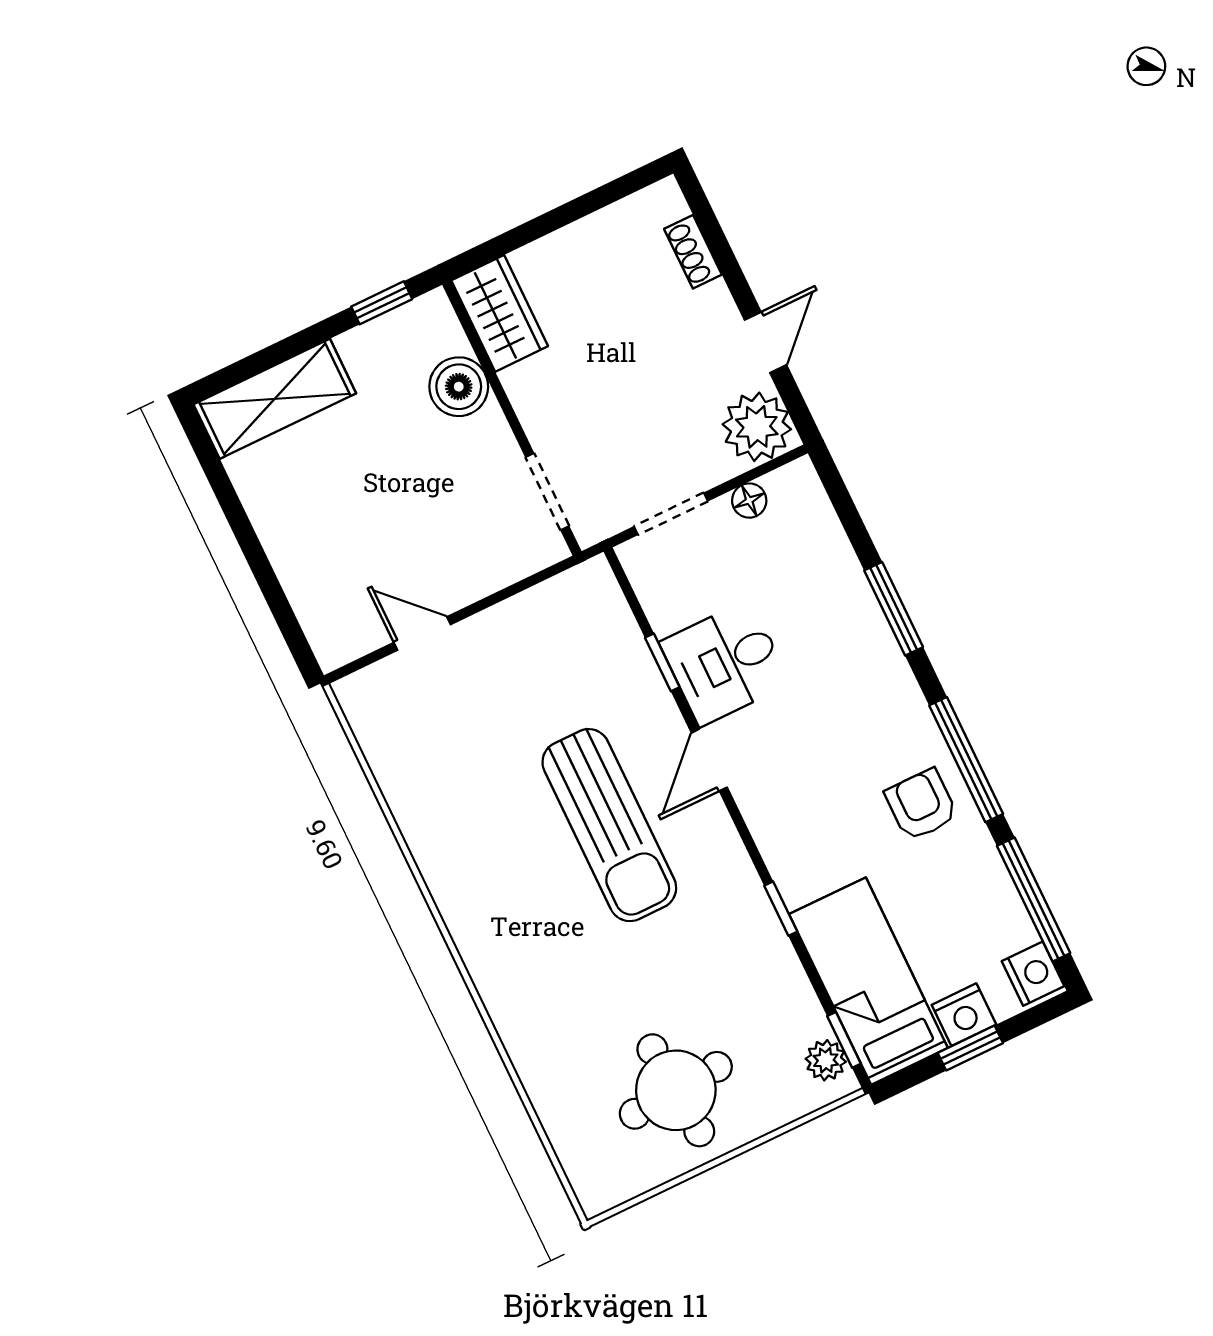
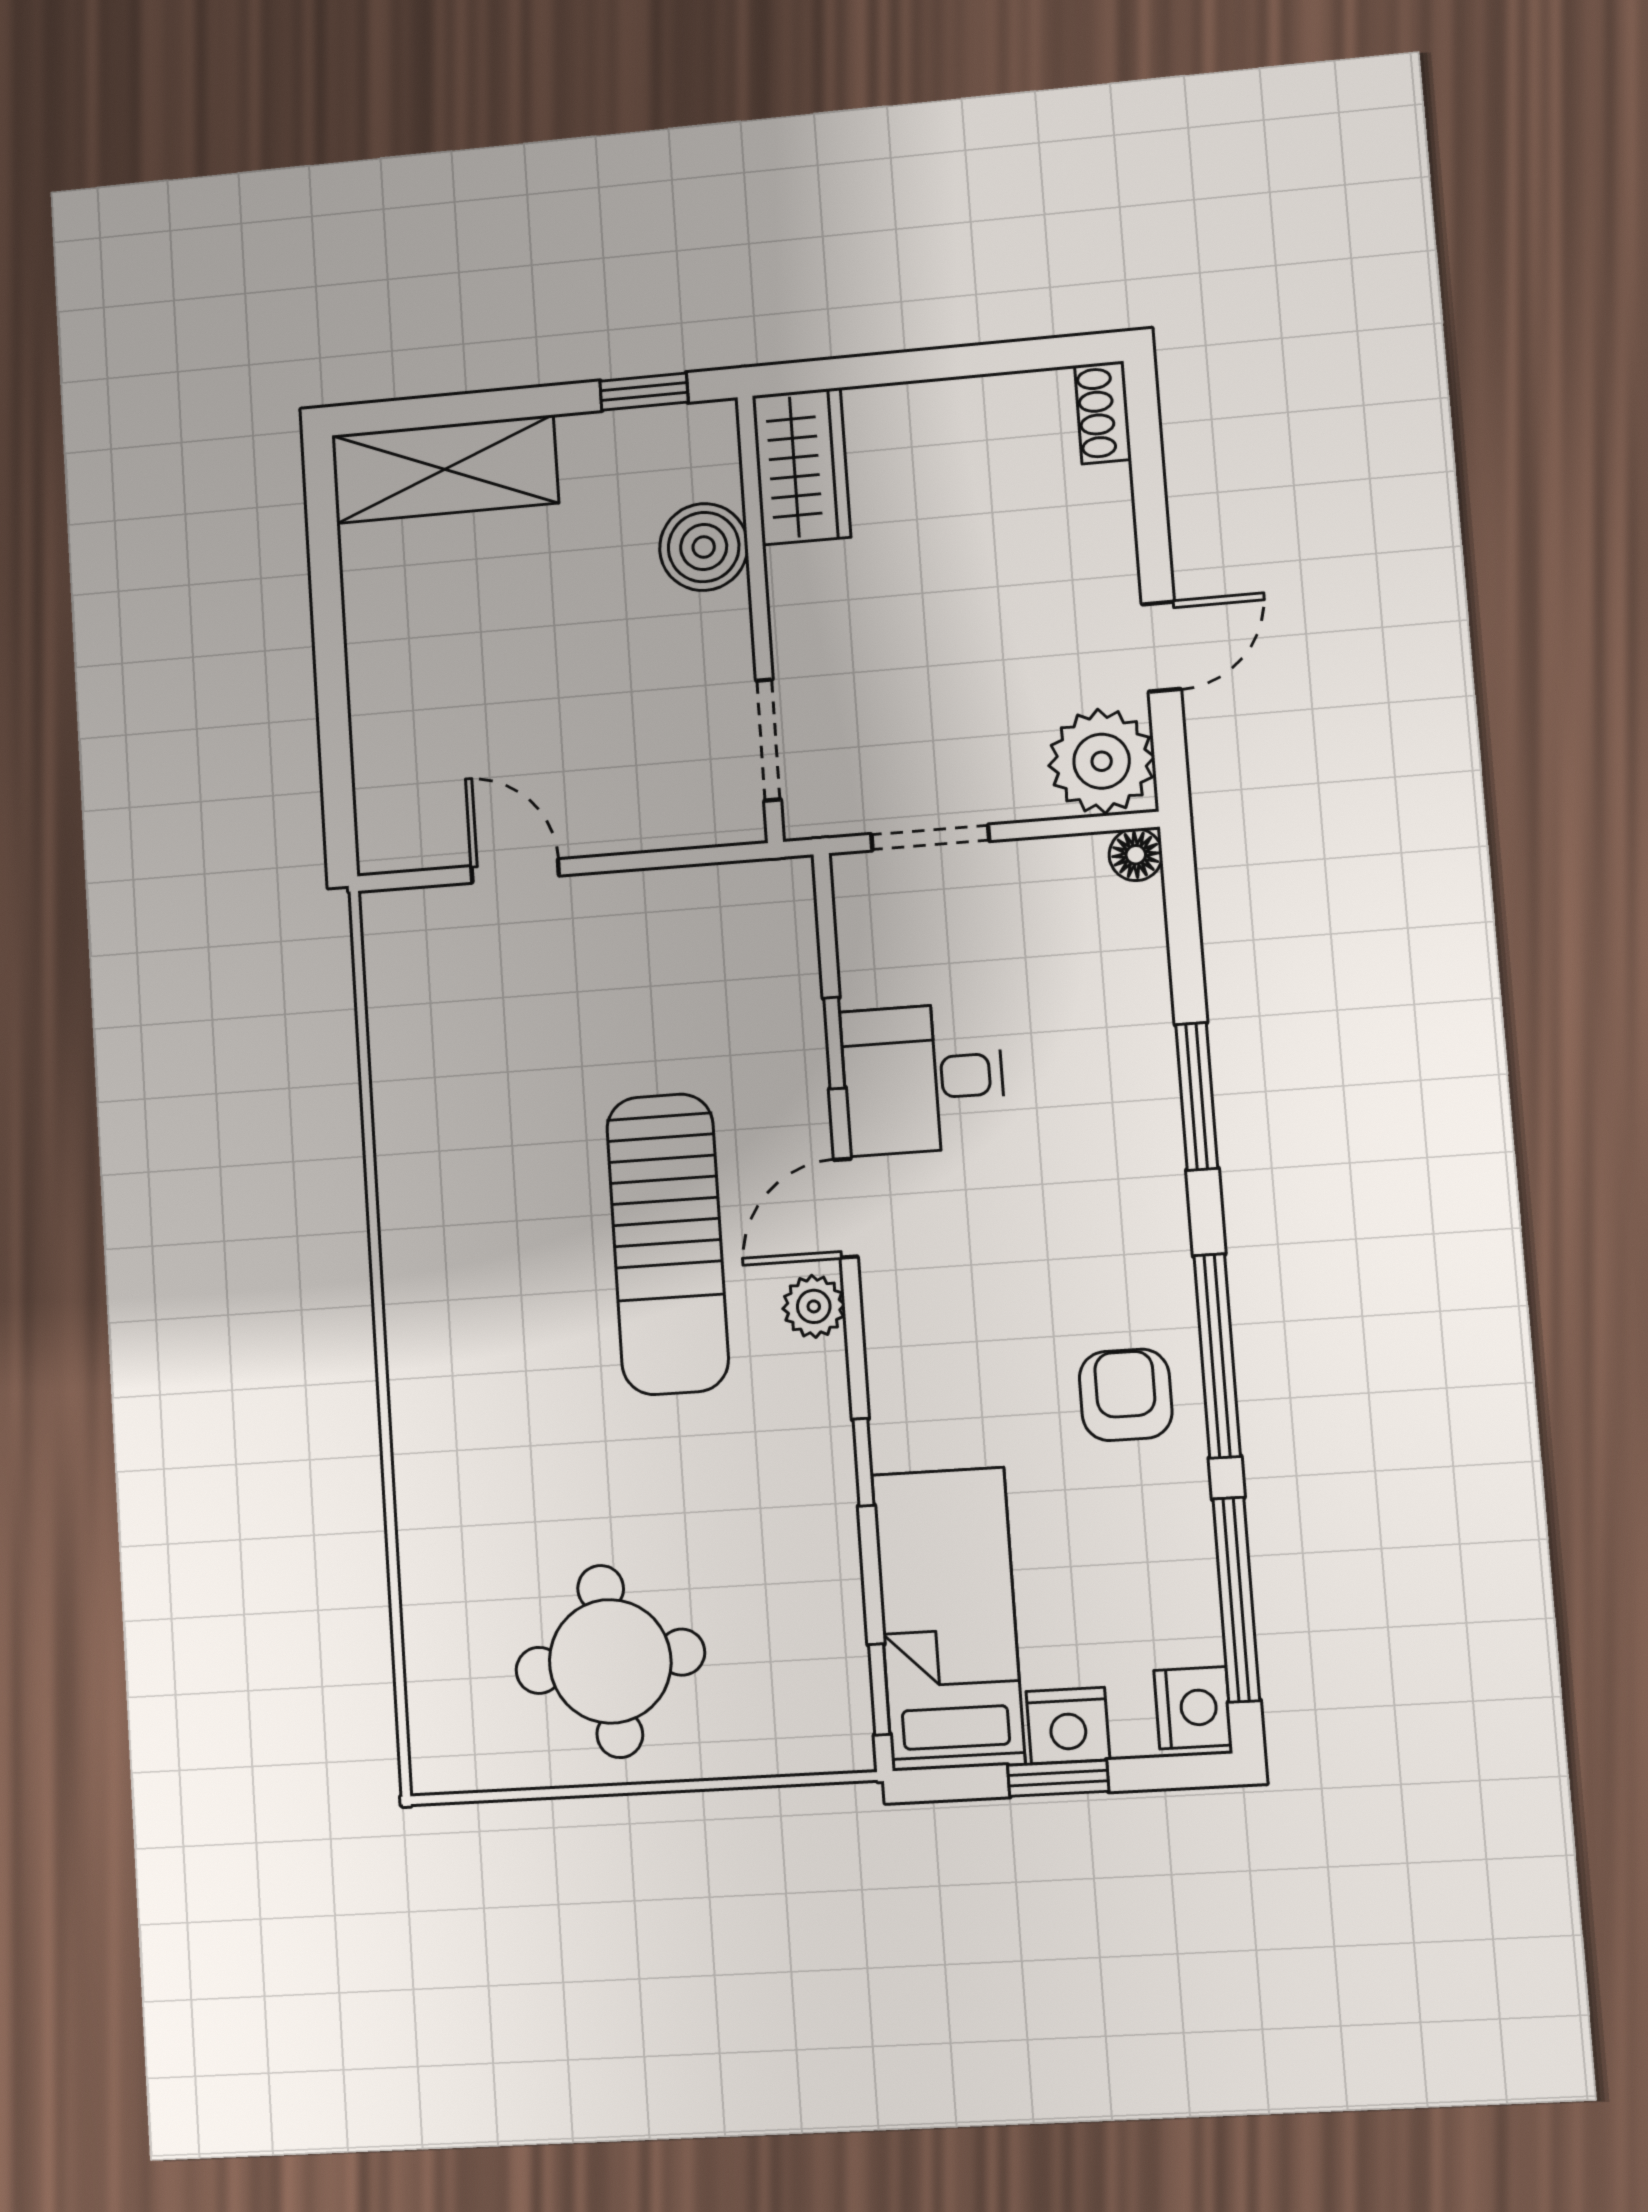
shoe rack: (693, 252) -> (1103, 412), moved
floor lamp: (749, 501) -> (1136, 855), moved
plant: (826, 1060) -> (814, 1306), moved

